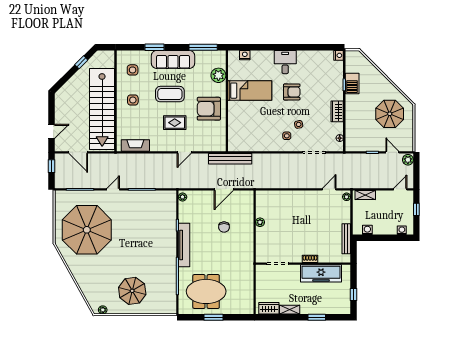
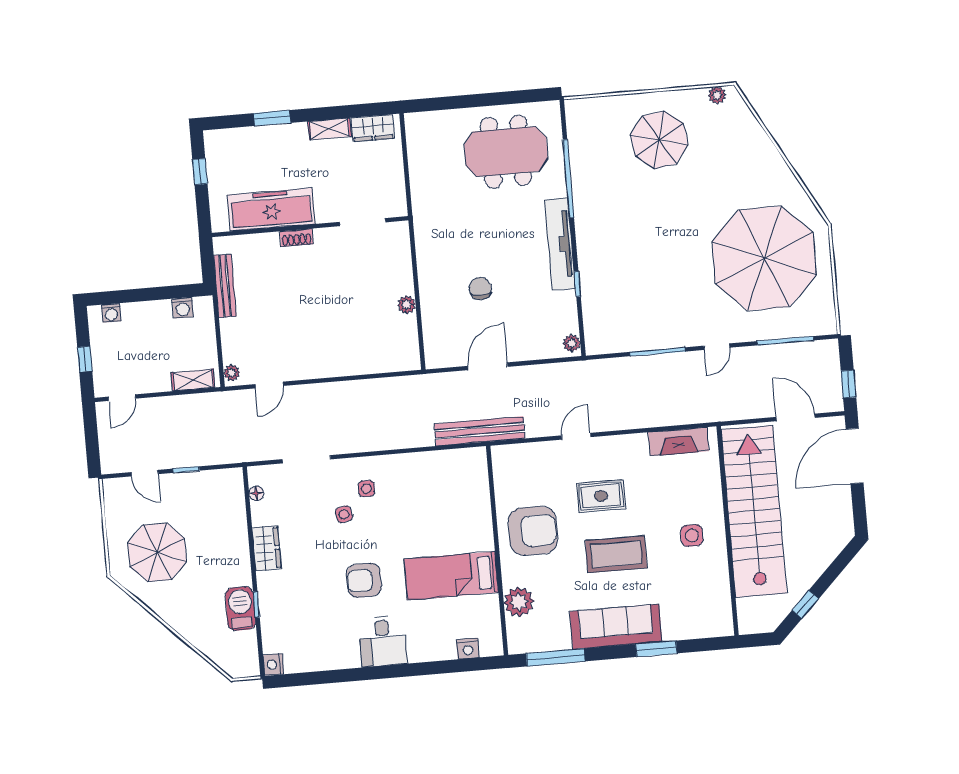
side table: (133, 70) -> (698, 598), removed
door: (52, 131) -> (855, 456), width x1.87
plant: (408, 160) -> (111, 461), removed
window: (213, 317) -> (486, 100), removed

